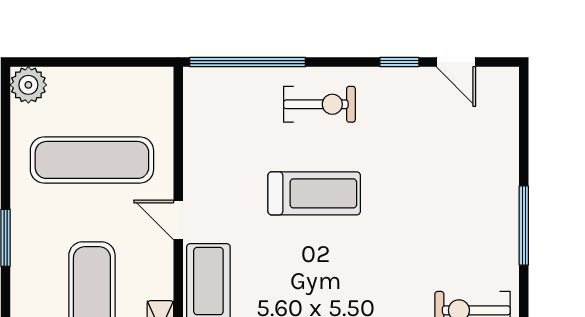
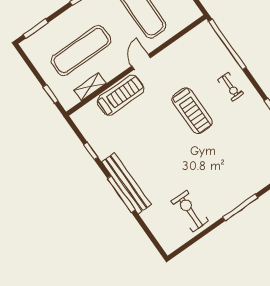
exercise bike: (319, 104) -> (231, 87), width x0.73, depth x0.72

